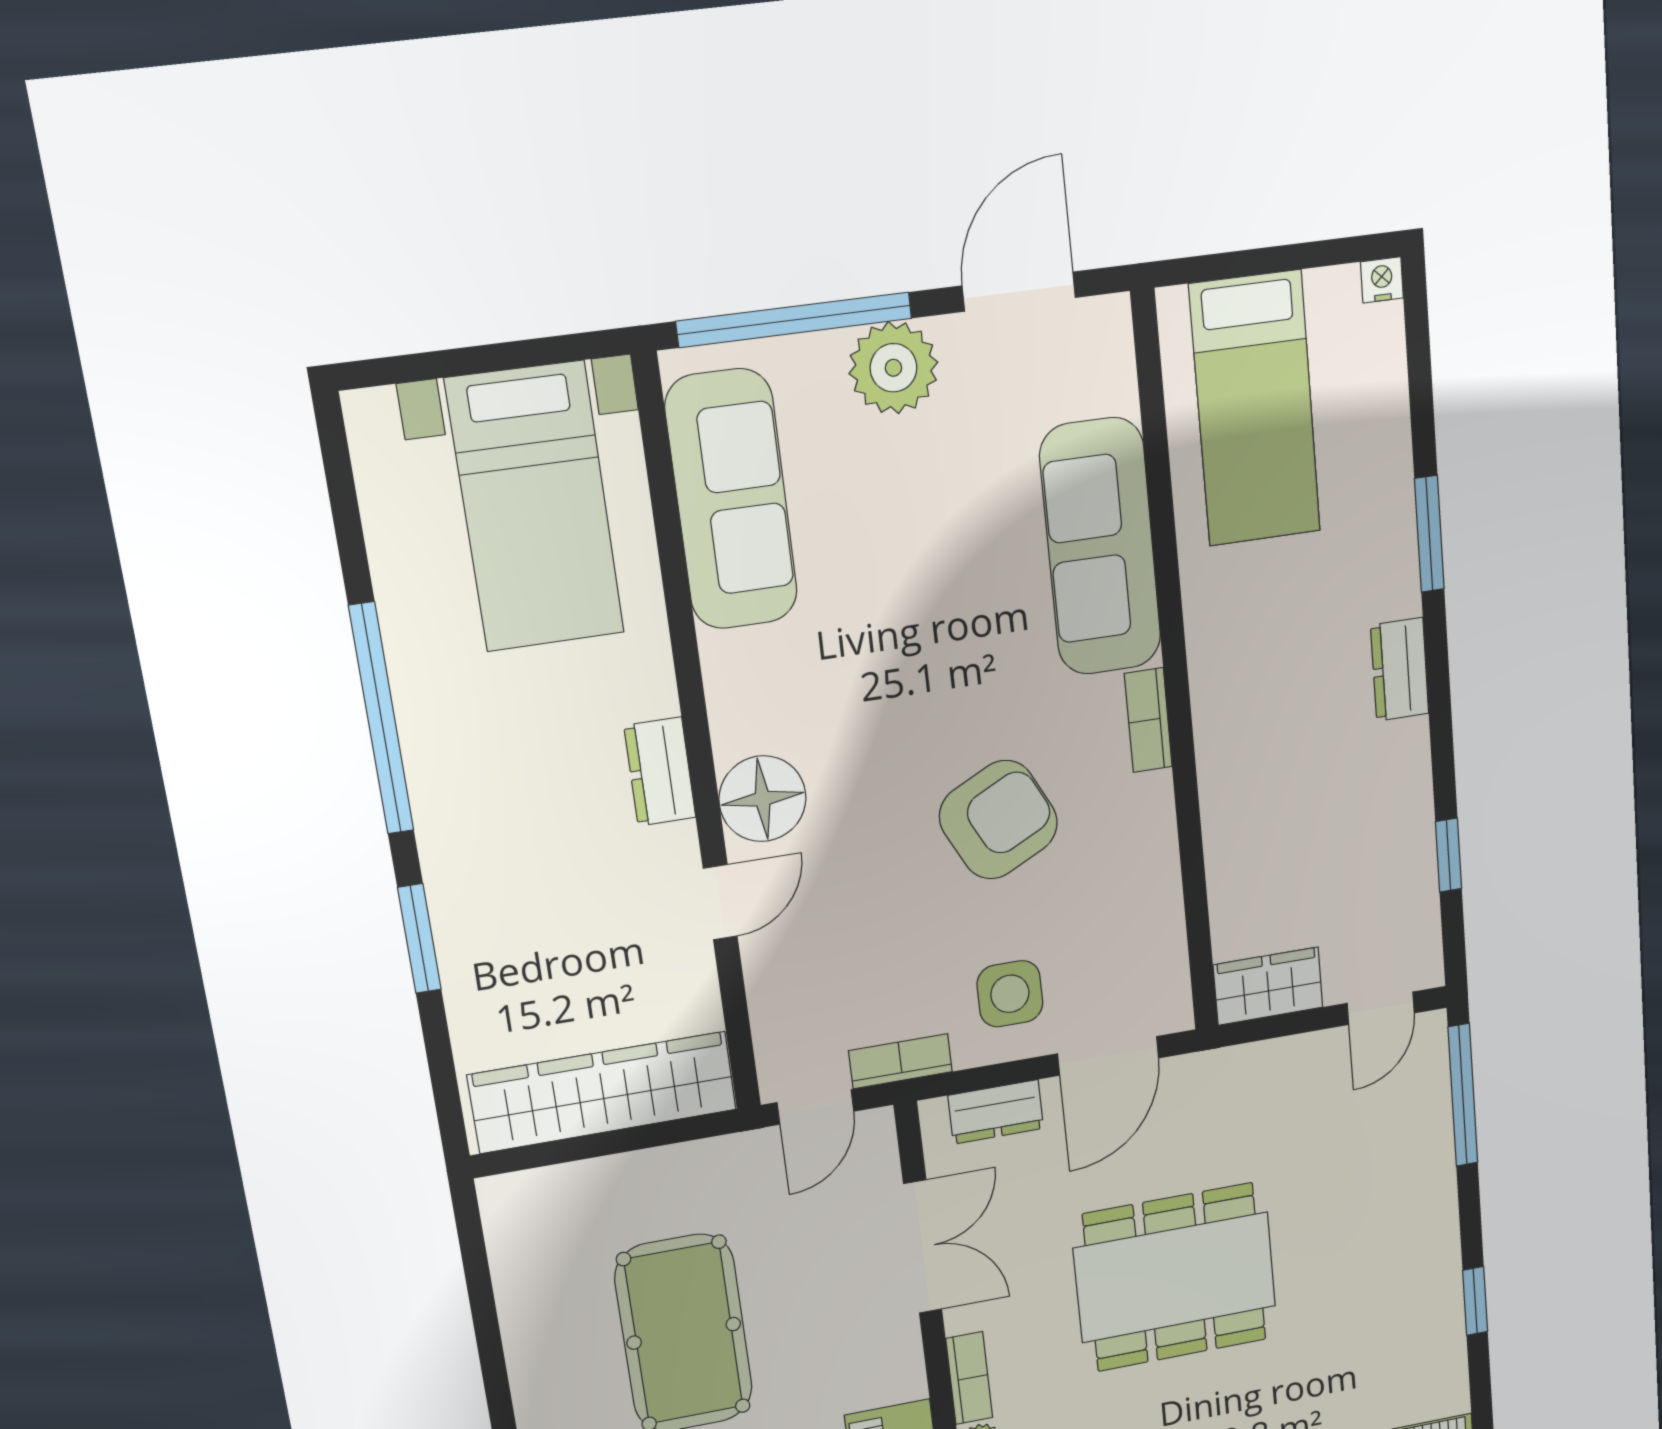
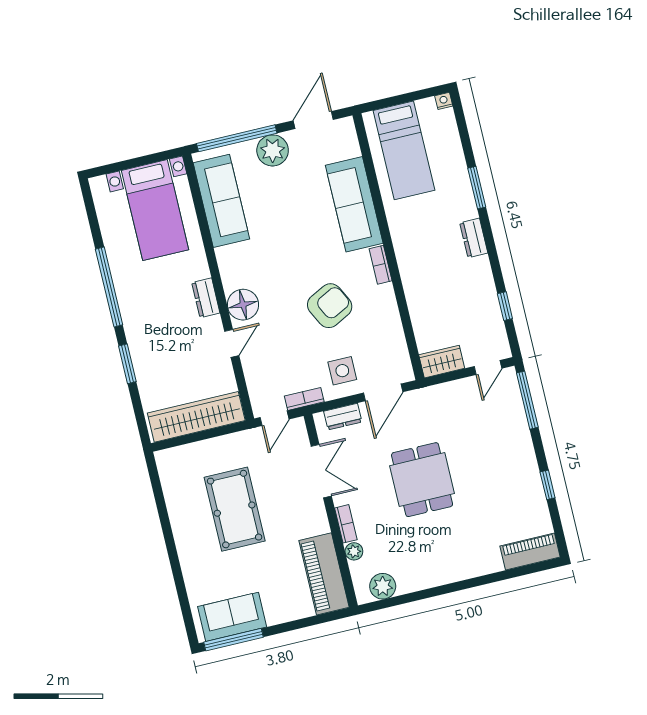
dining table: (1175, 1277) -> (422, 480), width x0.73

